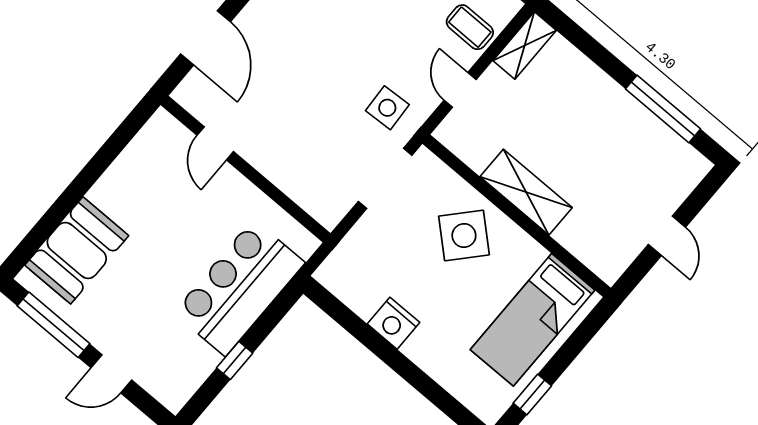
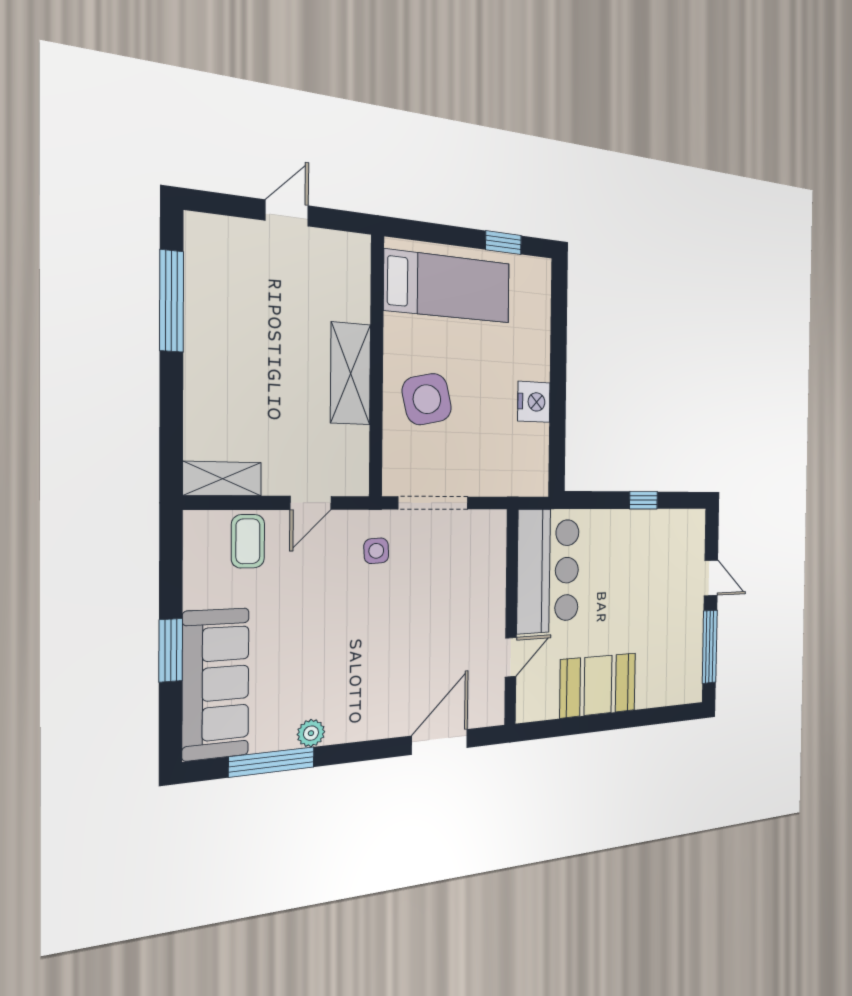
side table: (387, 108) -> (376, 551), width x0.73, depth x0.73
side table: (464, 235) -> (427, 399), turned 35
booth: (77, 250) -> (598, 685), moved
bar counter: (239, 288) -> (548, 571), moved, turned -90

